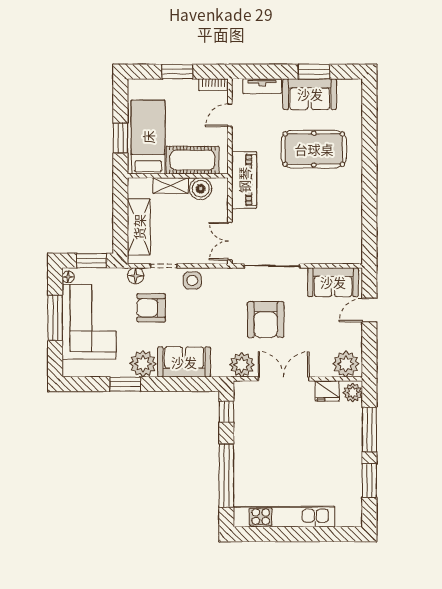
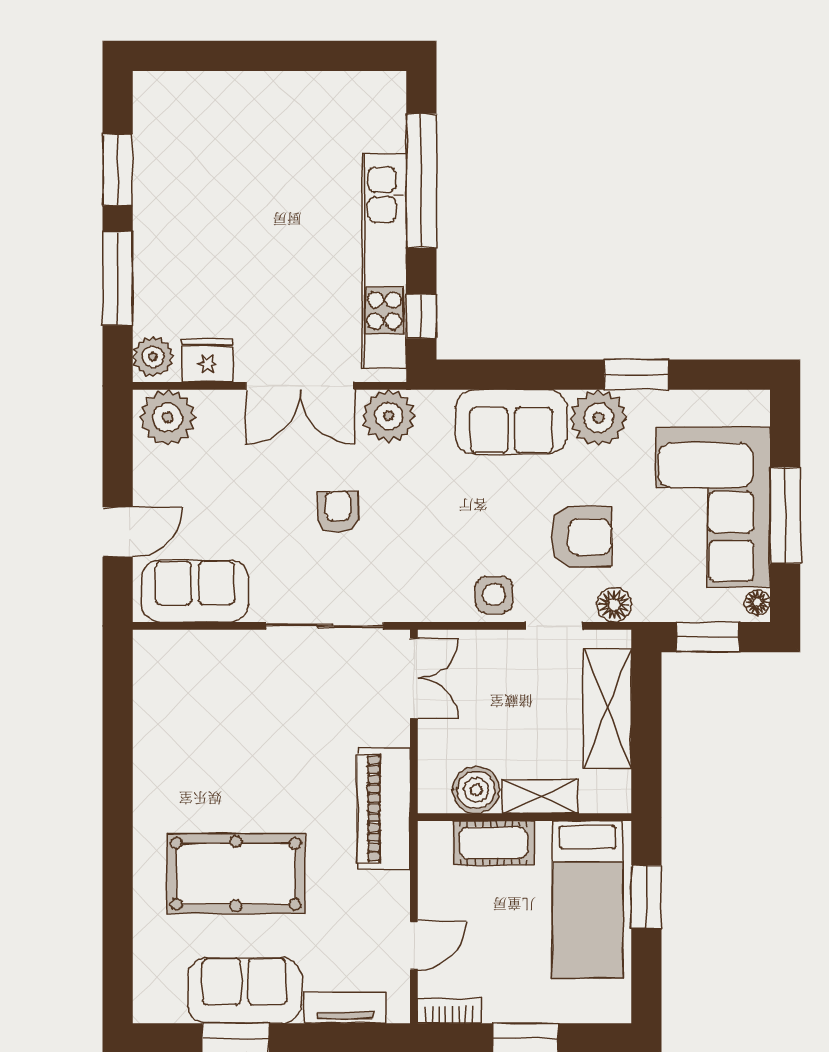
cot: (192, 160) -> (493, 843), width x0.73, depth x0.75
armchair: (266, 320) -> (338, 512), width x0.53, depth x0.53
kitchen unit: (284, 517) -> (384, 261), moved, turned 90

